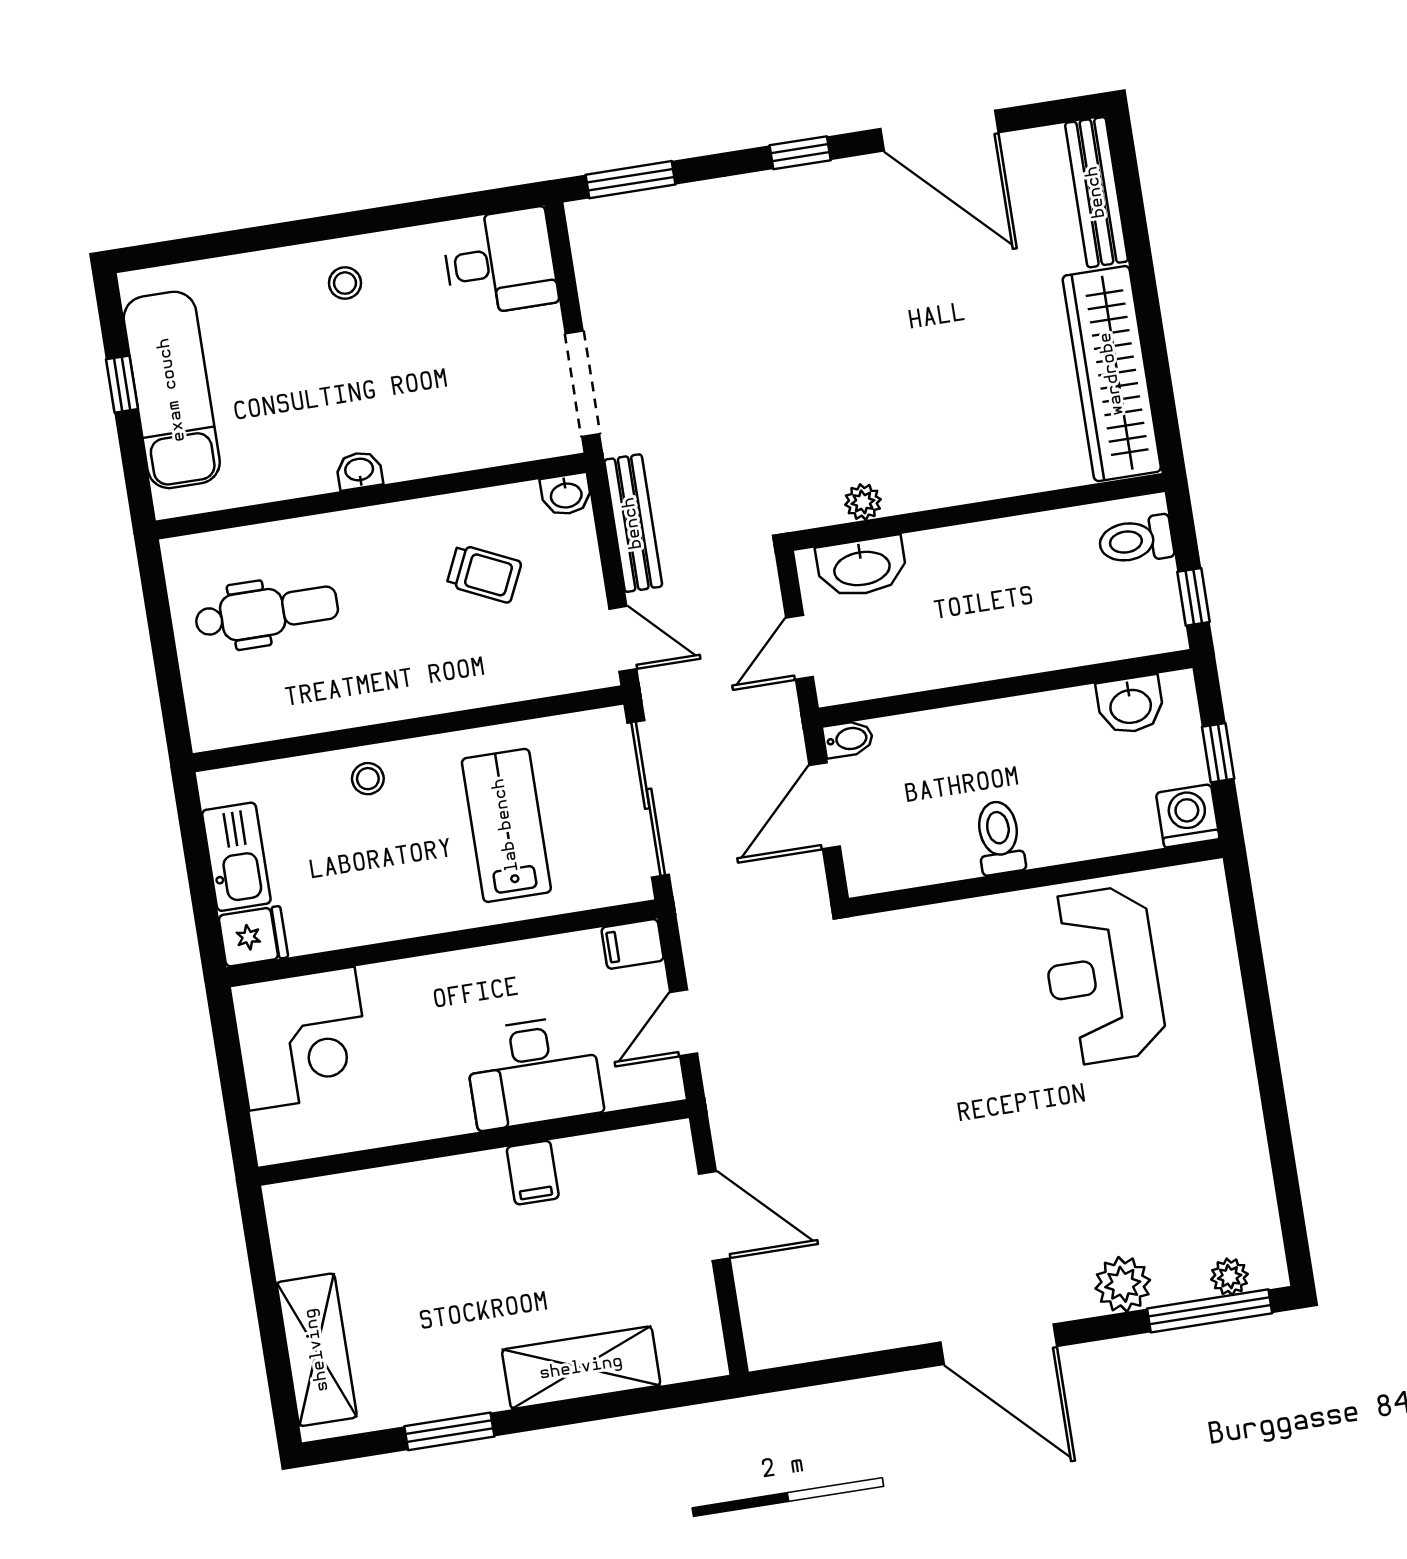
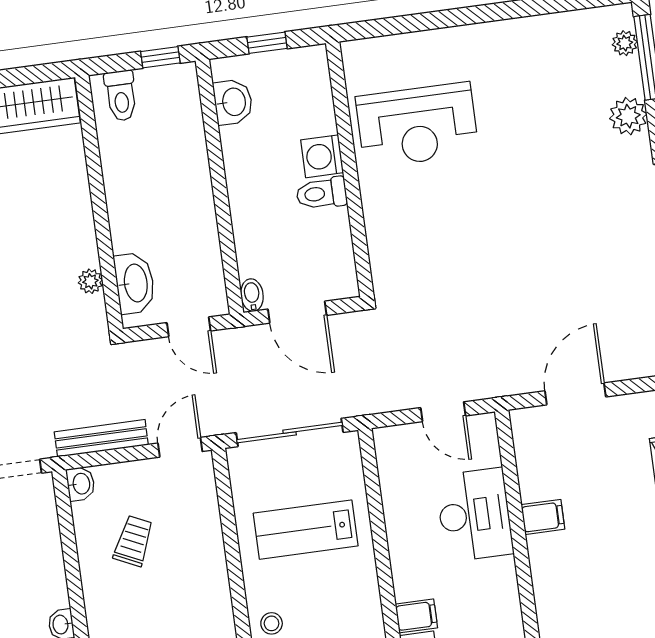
washing machine: (1188, 816) -> (322, 156), moved
filing cabinet: (633, 944) -> (416, 616), moved, turned -90

